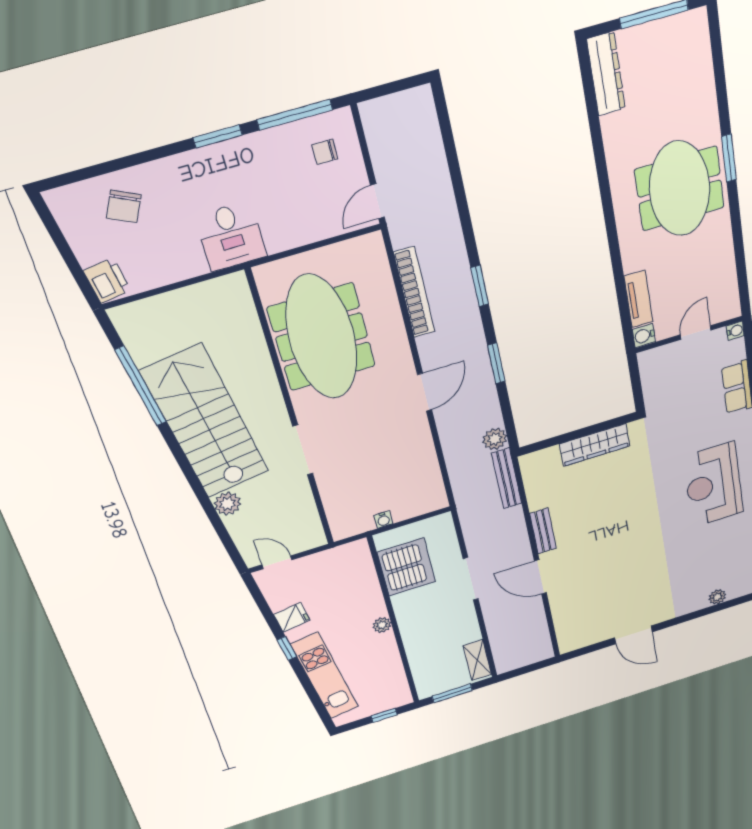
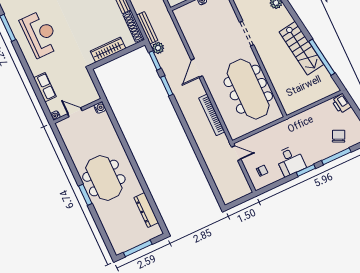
dresser: (606, 74) -> (146, 210), moved
window: (295, 115) -> (336, 156), moved
door: (377, 201) -> (236, 153), hinge flipped
desk: (231, 236) -> (290, 161), moved, turned 180
window: (480, 286) -> (155, 60), moved
tv unit: (638, 299) -> (108, 125), removed
door: (696, 332) -> (75, 112), swing flipped
stairs: (205, 422) -> (301, 48), width x0.73, depth x0.66
shoe rack: (533, 483) -> (133, 27), added

